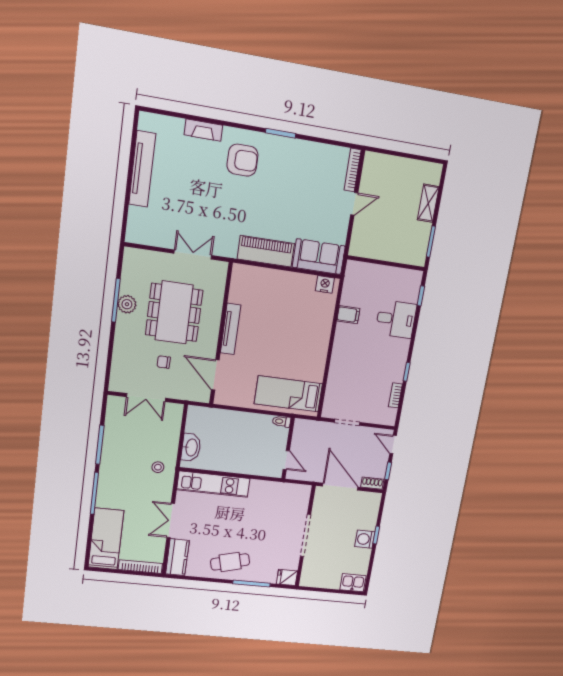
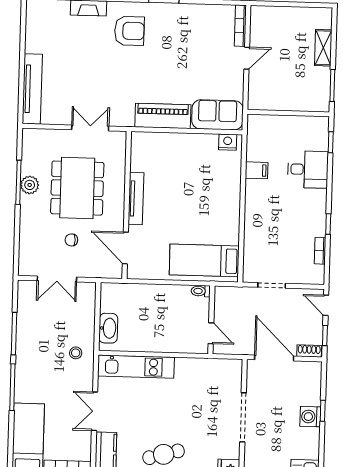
tv unit: (142, 169) -> (32, 89), moved

